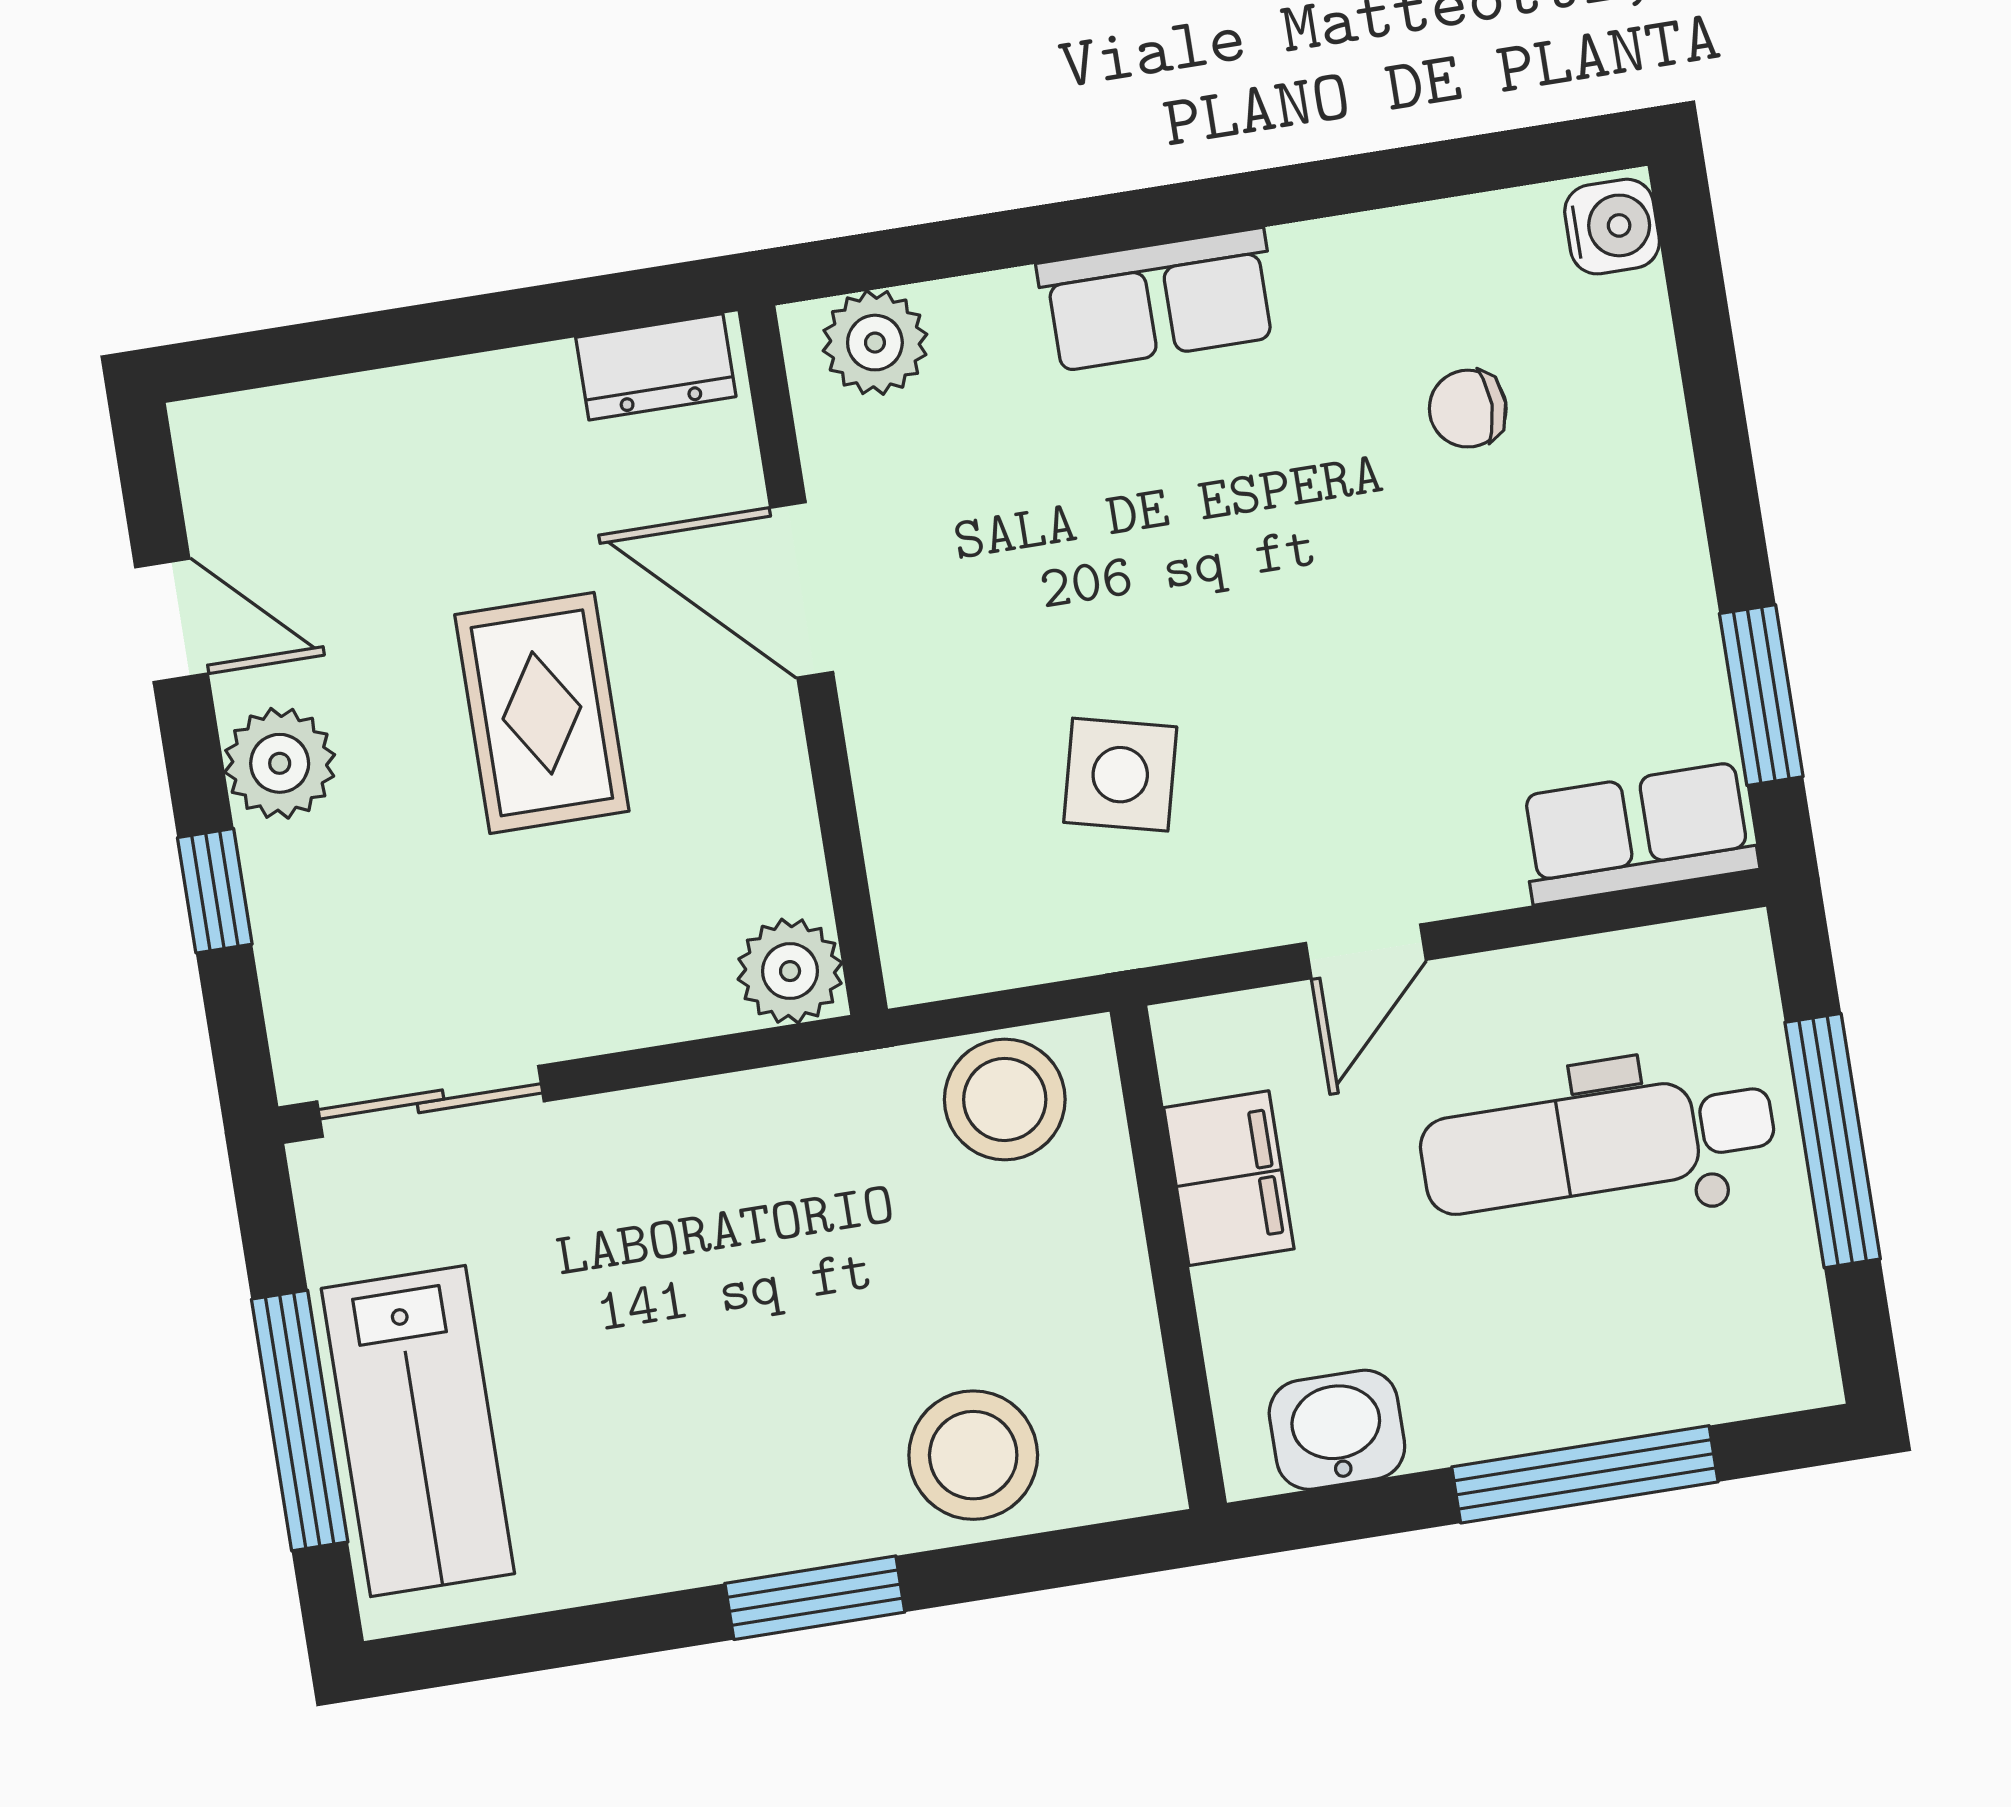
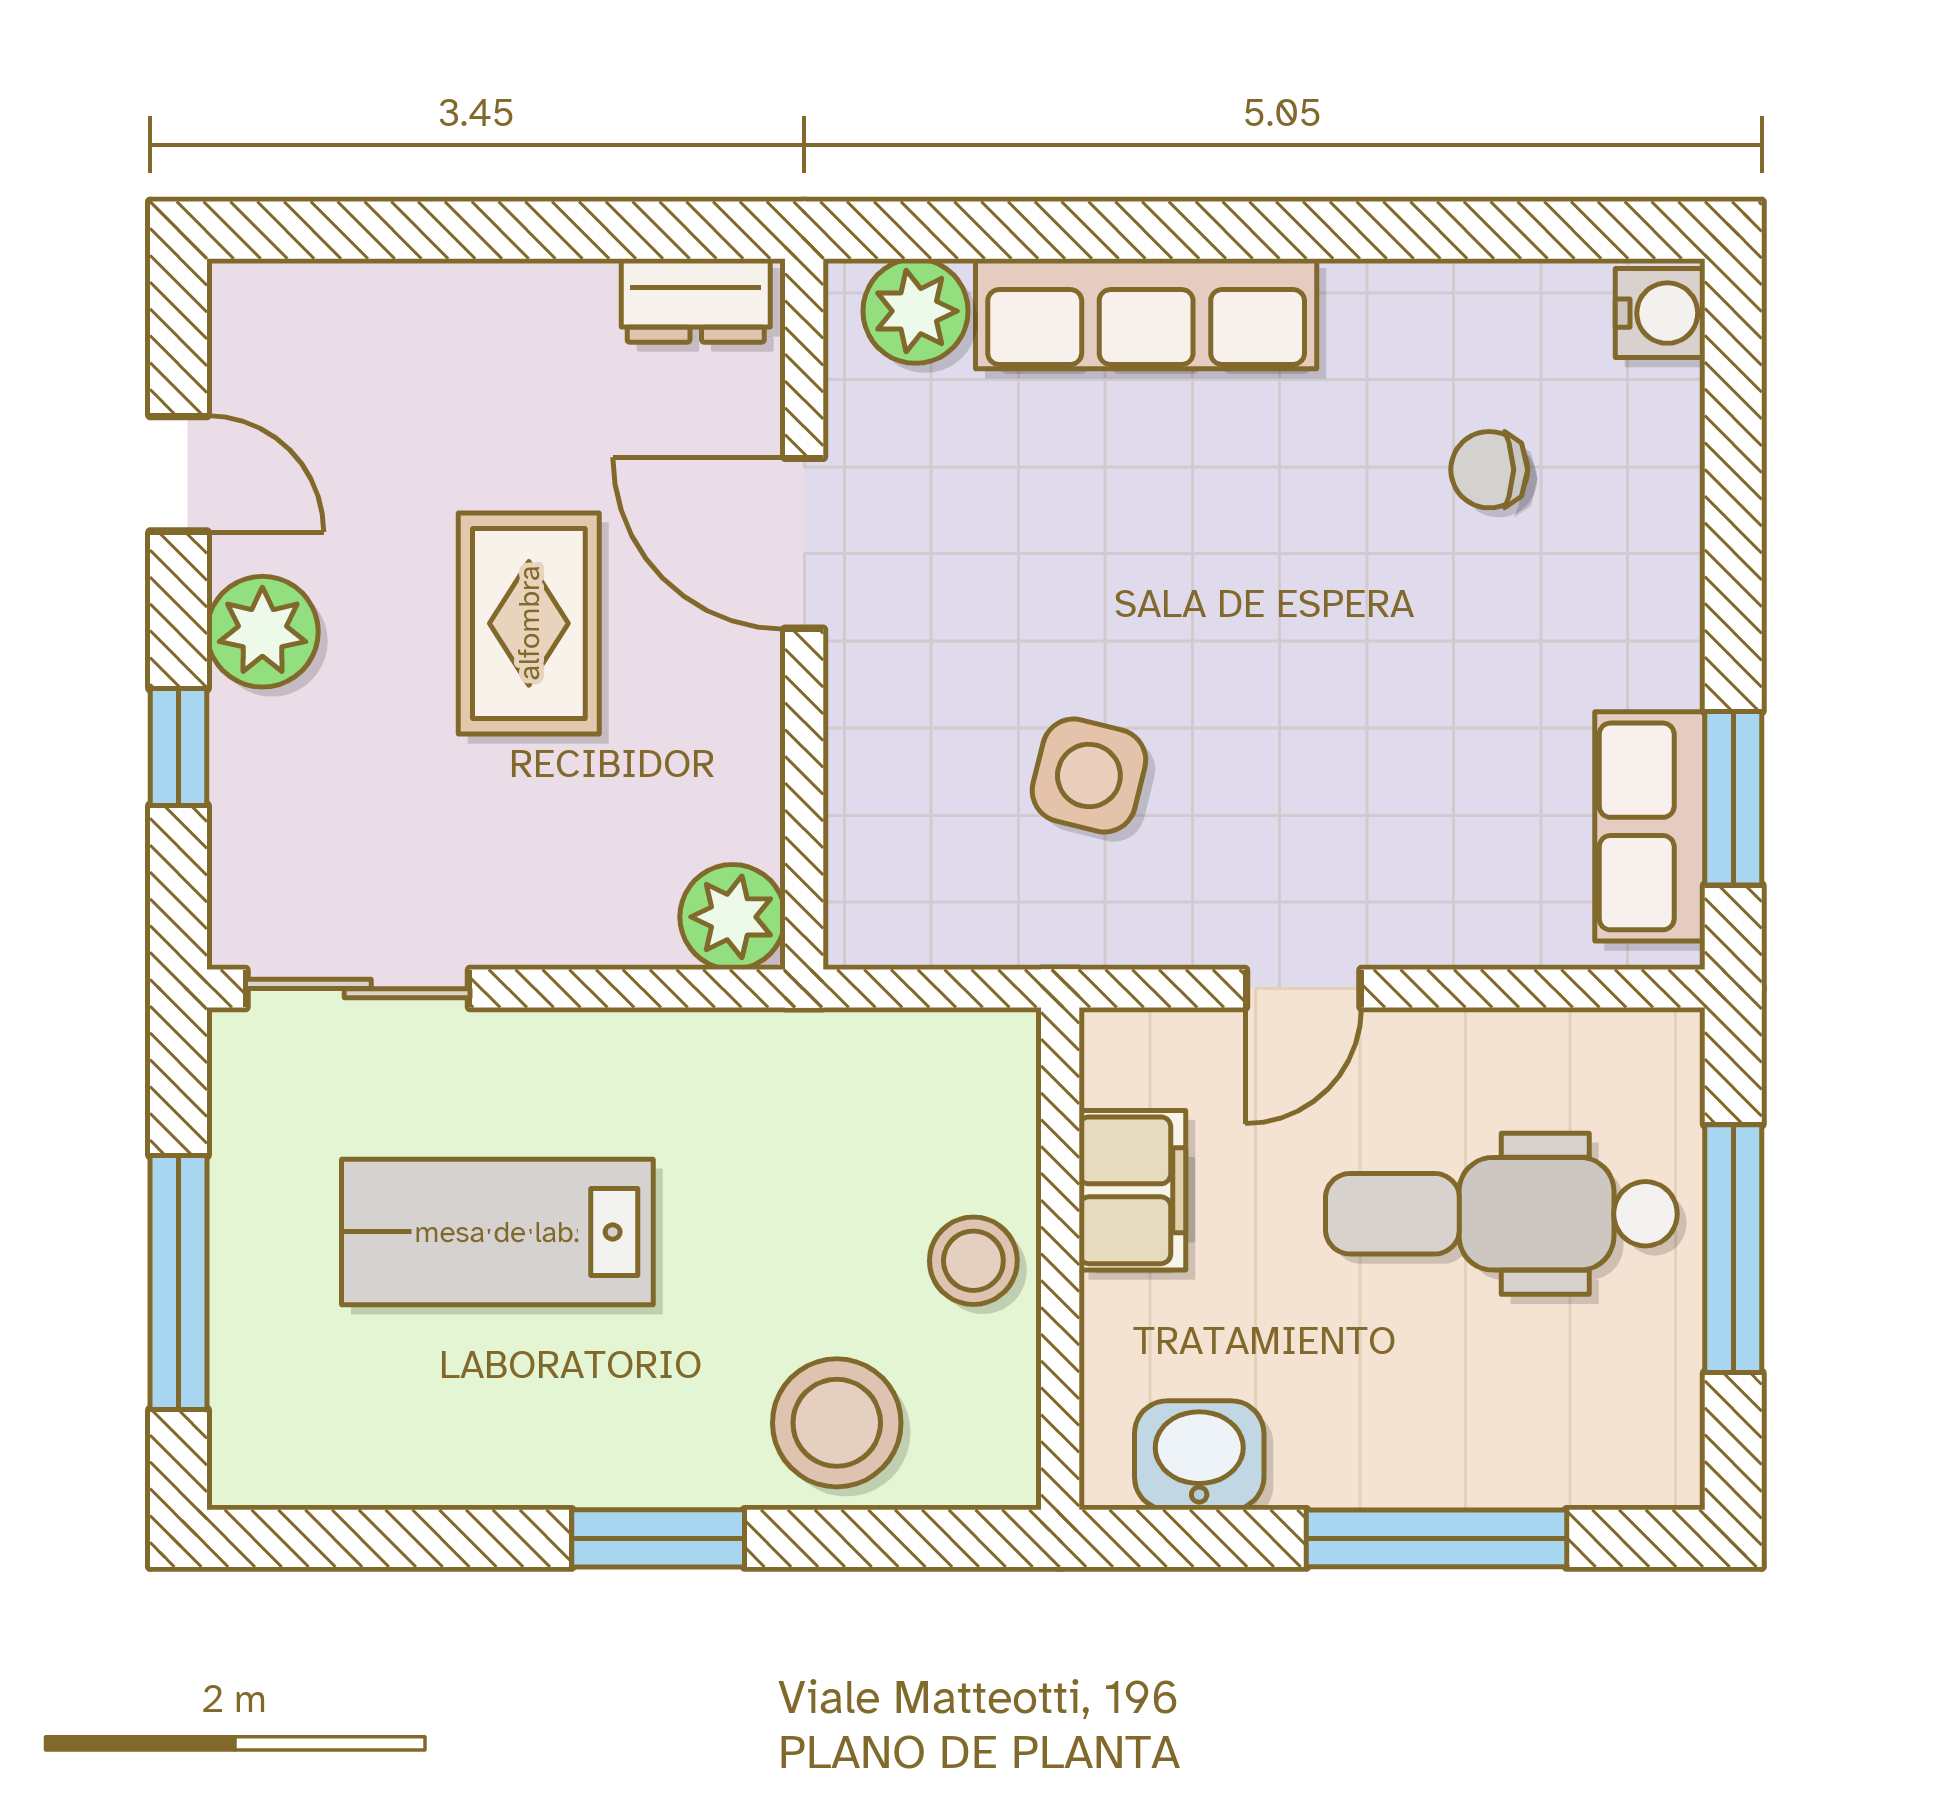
row of seats: (1158, 300) -> (1146, 314), width x1.48
row of seats: (1638, 833) -> (1650, 826), moved, turned -90
stool: (1005, 1099) -> (973, 1261), moved, width x0.73, depth x0.73
lab bench: (418, 1431) -> (497, 1232), moved, turned 90

